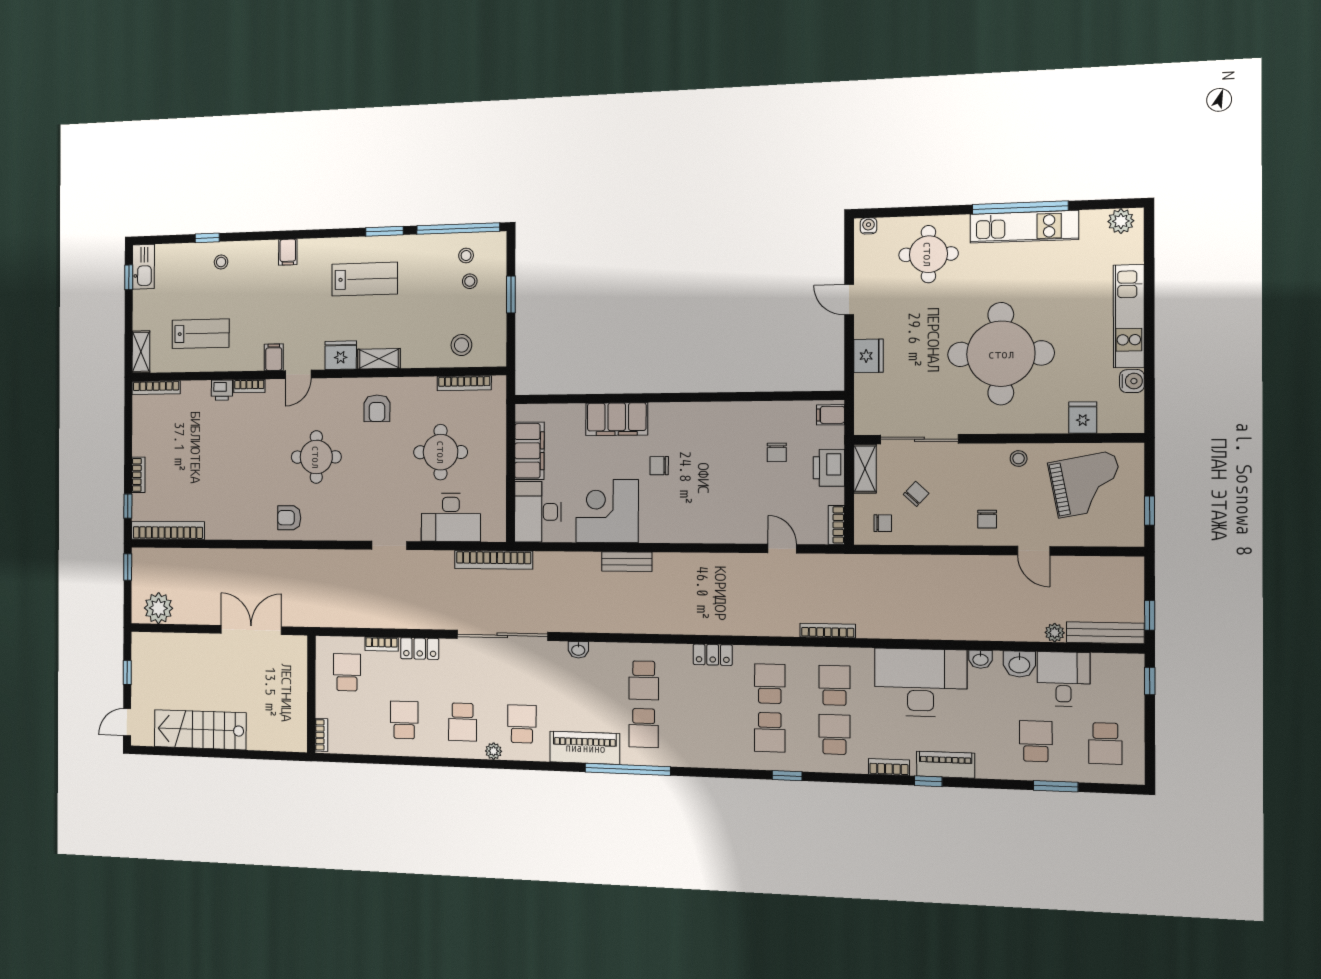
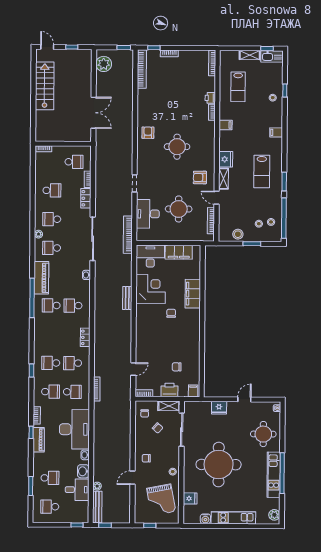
stool: (461, 345) -> (238, 234), moved
shelving: (141, 352) -> (250, 55), moved
door: (298, 374) -> (217, 198), moved
school desk: (770, 684) -> (73, 363), turned 180
school desk: (522, 724) -> (52, 248), turned 180

